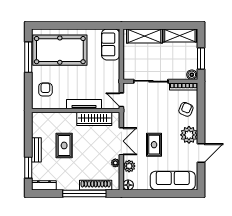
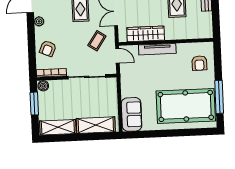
coffee table: (140, 114) -> (97, 41), added
plant: (189, 135) -> (39, 21), width x0.53, depth x0.53

